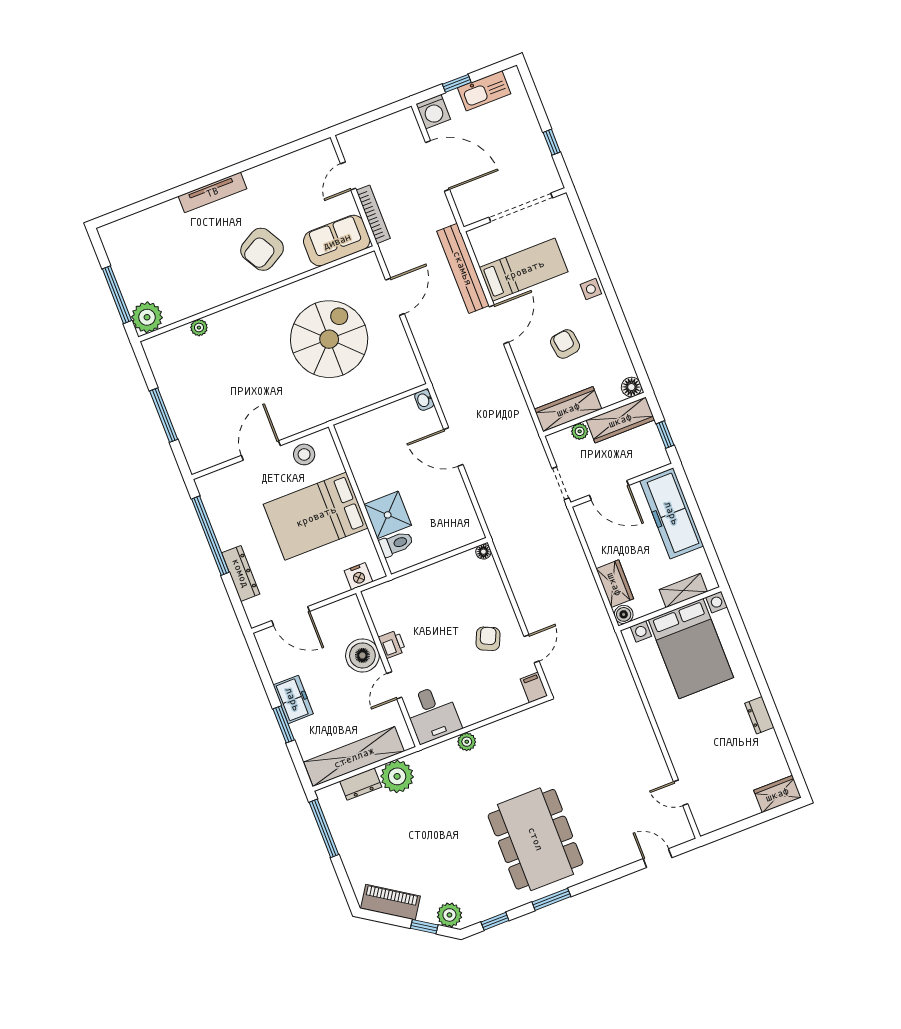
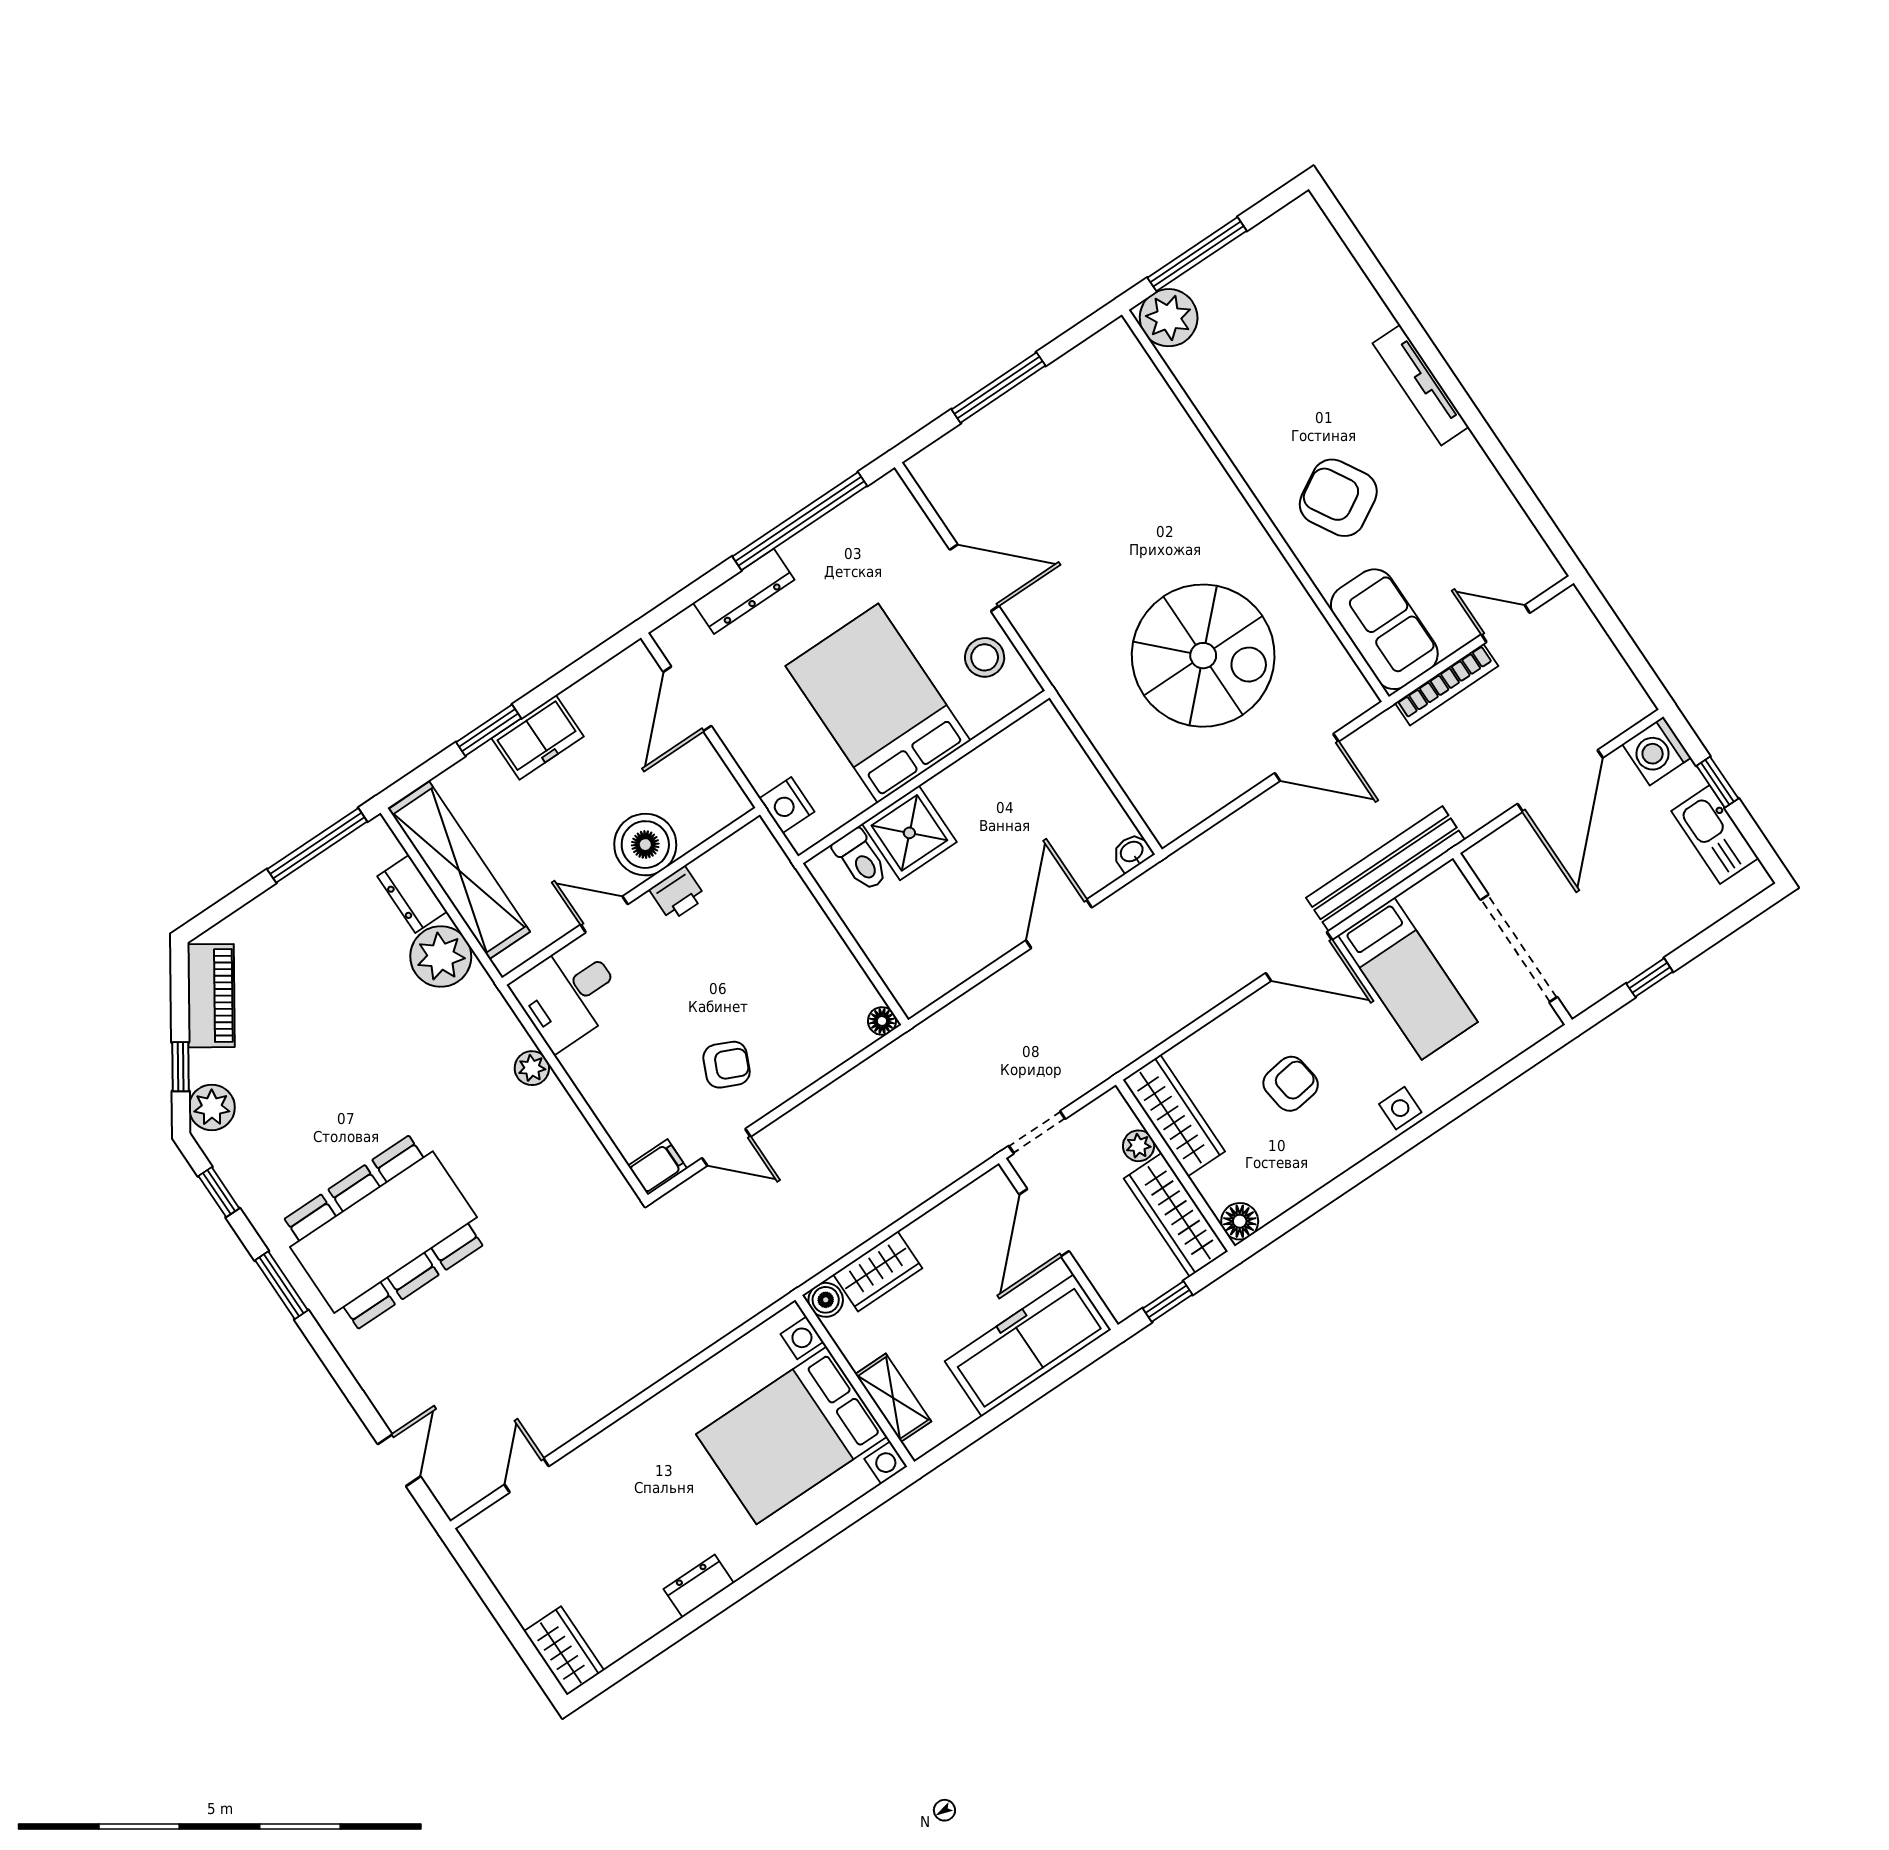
plant: (199, 328) -> (1171, 416), removed

